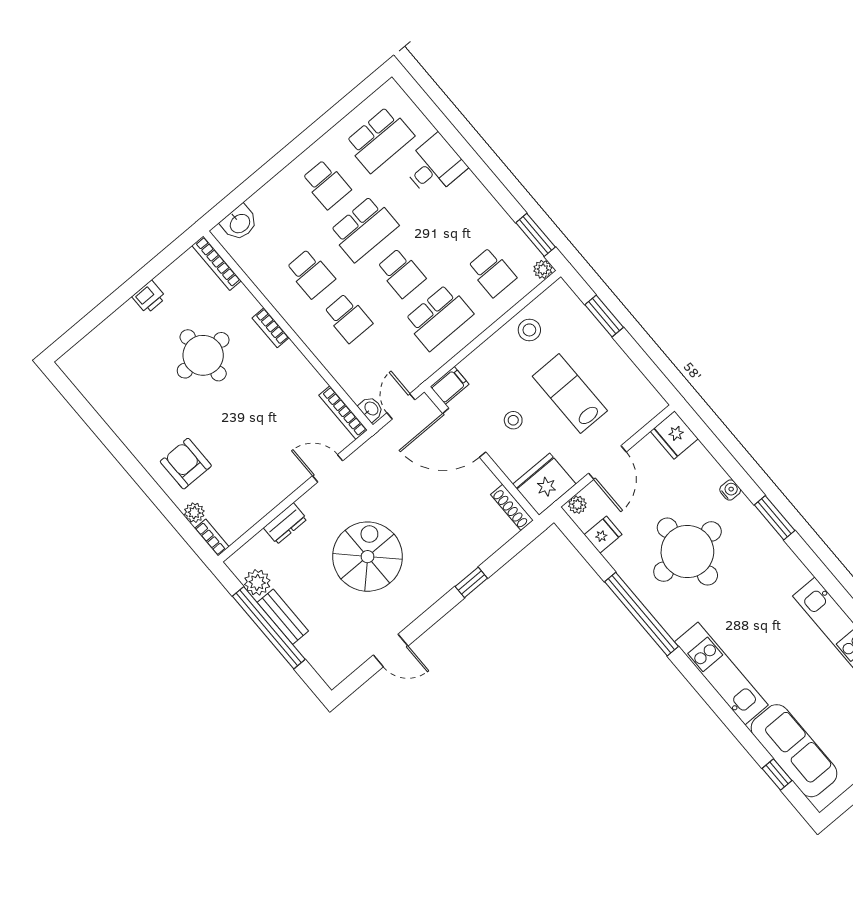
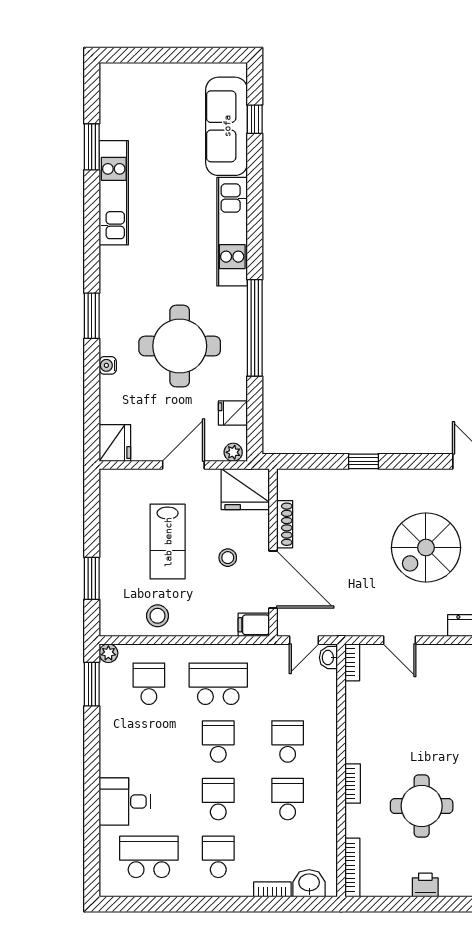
bookcase: (264, 194) -> (272, 889), added
school desk: (364, 229) -> (218, 799), width x0.54
bookcase: (343, 413) -> (352, 662), width x0.64
shoe rack: (512, 507) -> (285, 524), moved

